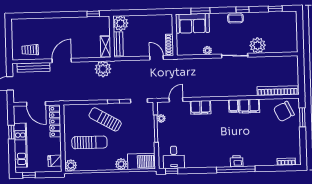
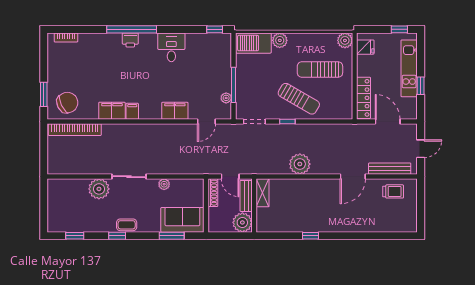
plant: (121, 23) -> (242, 222), moved
wall: (112, 37) -> (254, 205), moved
bench: (118, 44) -> (246, 196), moved
shelving: (106, 47) -> (263, 193), moved
desk: (174, 157) -> (171, 47), moved

